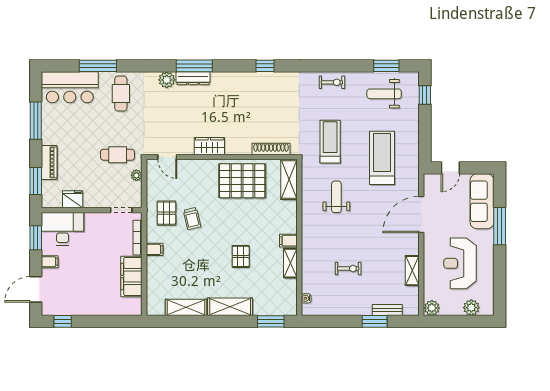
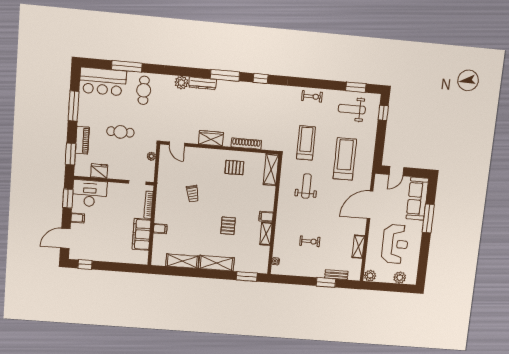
window: (194, 66) -> (225, 75), moved
shoe rack: (271, 149) -> (246, 144), moved
cafe table: (118, 155) -> (120, 132), moved
pallet: (242, 181) -> (234, 168), width x0.49, depth x0.50
pallet: (166, 213) -> (173, 188), removed
filing cabinet: (155, 249) -> (160, 229), moved
reception desk: (460, 263) -> (395, 244), turned 180

